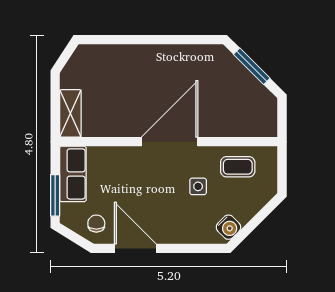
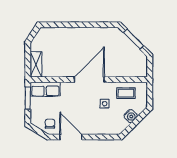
row of seats: (73, 174) -> (45, 89), moved, turned 90
window: (55, 195) -> (28, 98), moved
water cooler: (228, 227) -> (131, 116), moved

